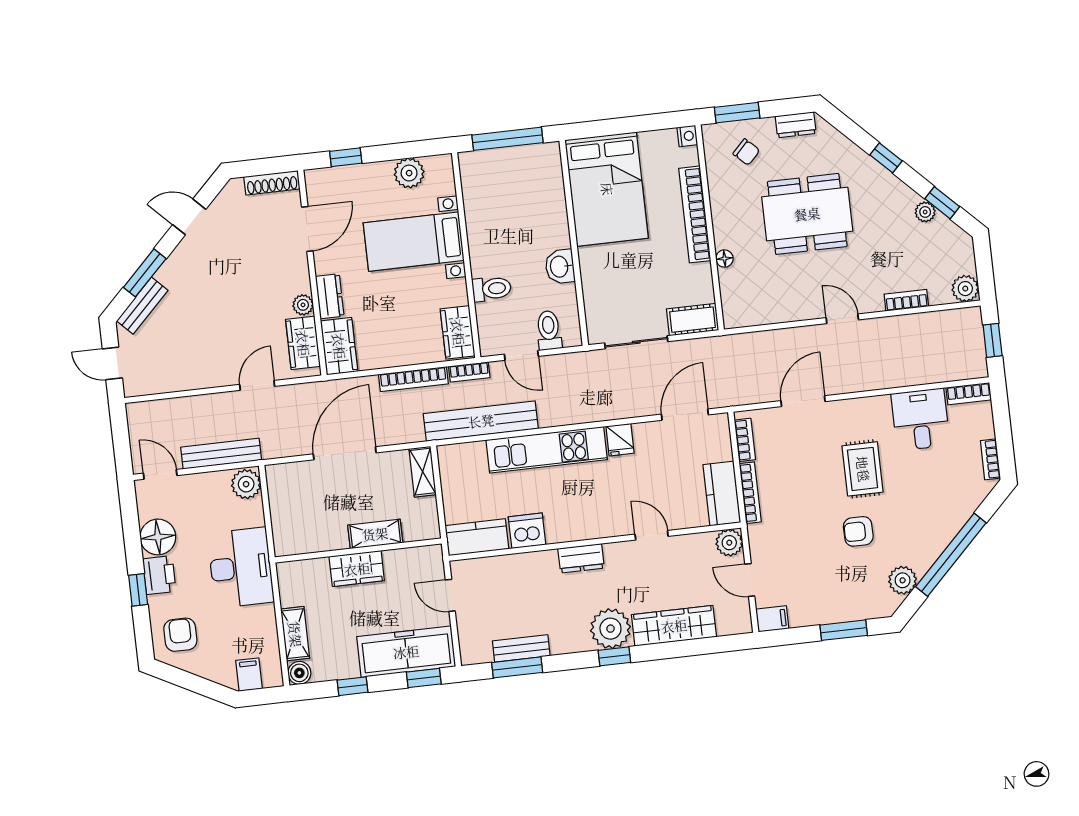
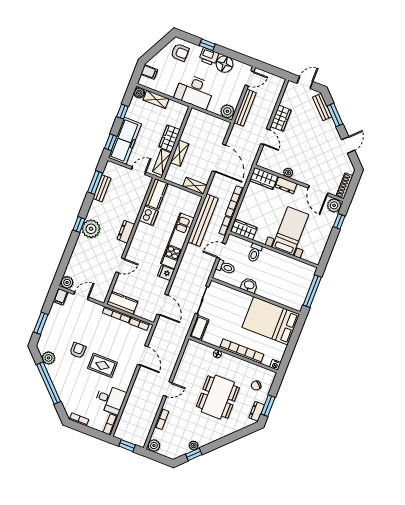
window: (737, 113) -> (268, 406), moved
window: (886, 158) -> (224, 441), removed
plant: (409, 173) -> (334, 205), moved
wardrobe: (303, 343) -> (281, 118), moved, turned 90
plant: (729, 543) -> (67, 282), moved
shelving: (411, 559) -> (162, 162), added
wardrobe: (674, 626) -> (79, 255), removed

